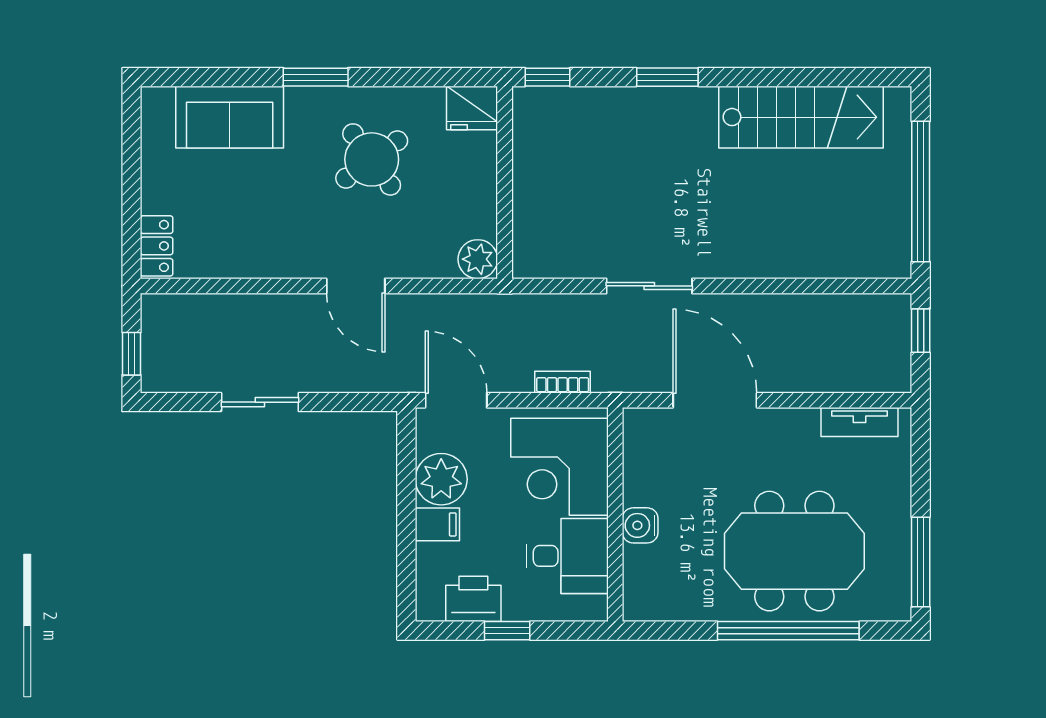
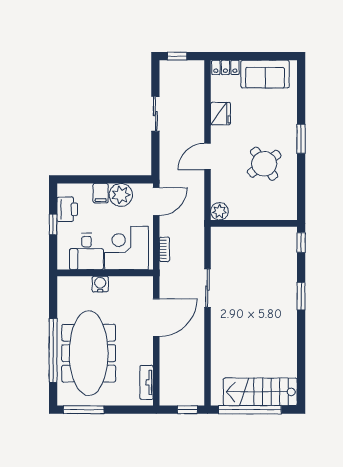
fridge: (472, 108) -> (220, 114), moved, turned 180
sofa: (230, 117) -> (265, 74), moved, turned -90
stairs: (801, 117) -> (260, 392), moved, turned 90
meeting table: (794, 551) -> (89, 353), width x1.36

